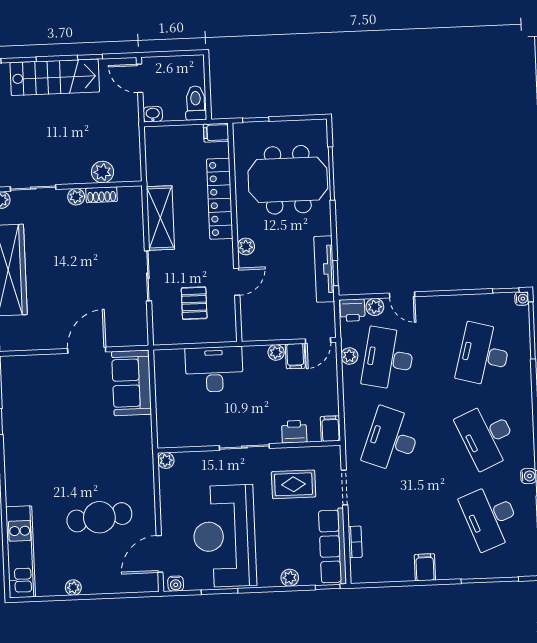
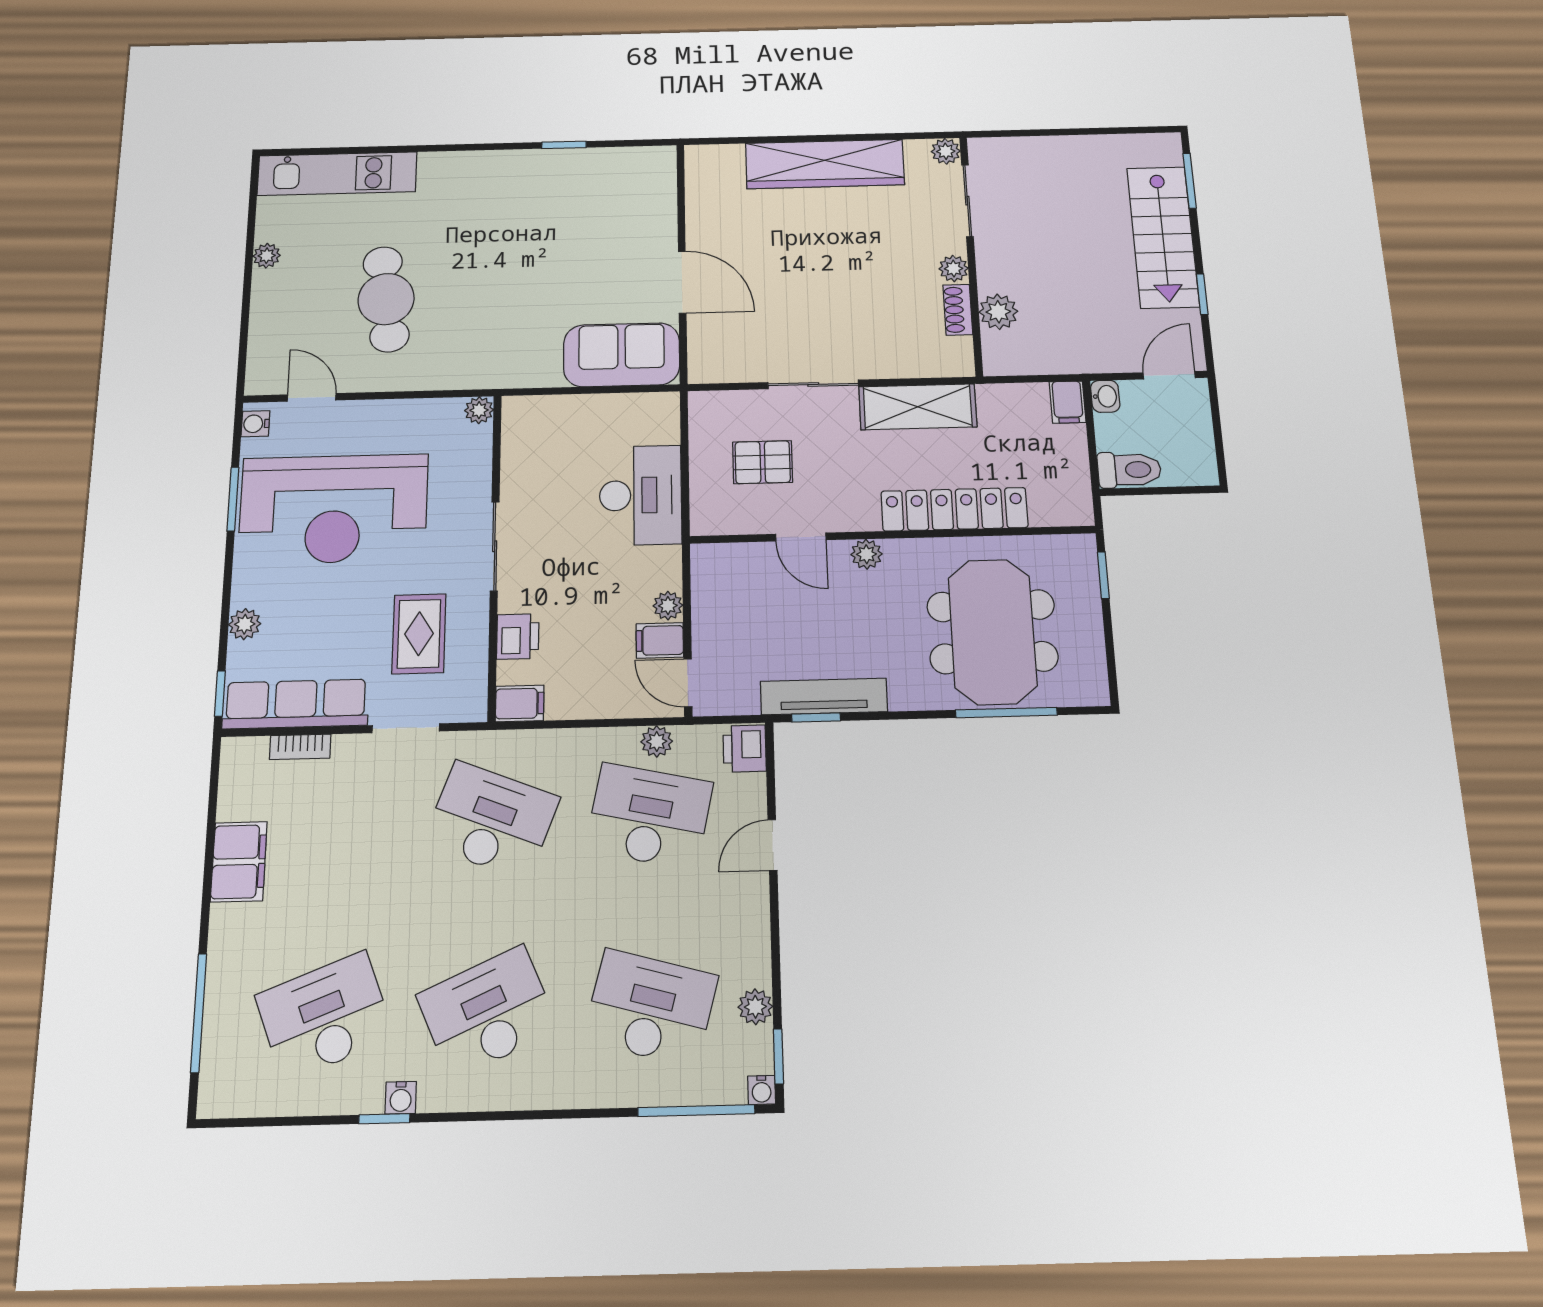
filing cabinet: (216, 133) -> (1068, 402), moved, turned 180
plant: (375, 307) -> (755, 1007), moved
reception desk: (224, 536) -> (333, 509), turned 180
door: (160, 554) -> (312, 397), width x0.73
filing cabinet: (425, 567) -> (239, 862), width x2.00

